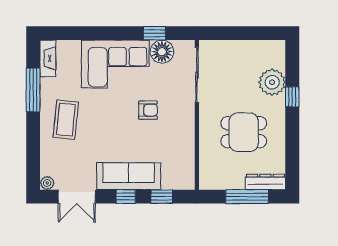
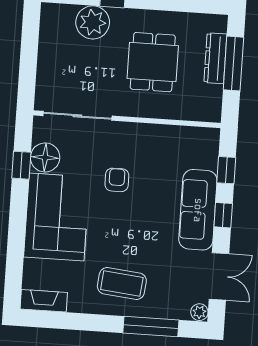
window: (33, 90) -> (151, 327), moved
dresser: (265, 182) -> (215, 58), moved

